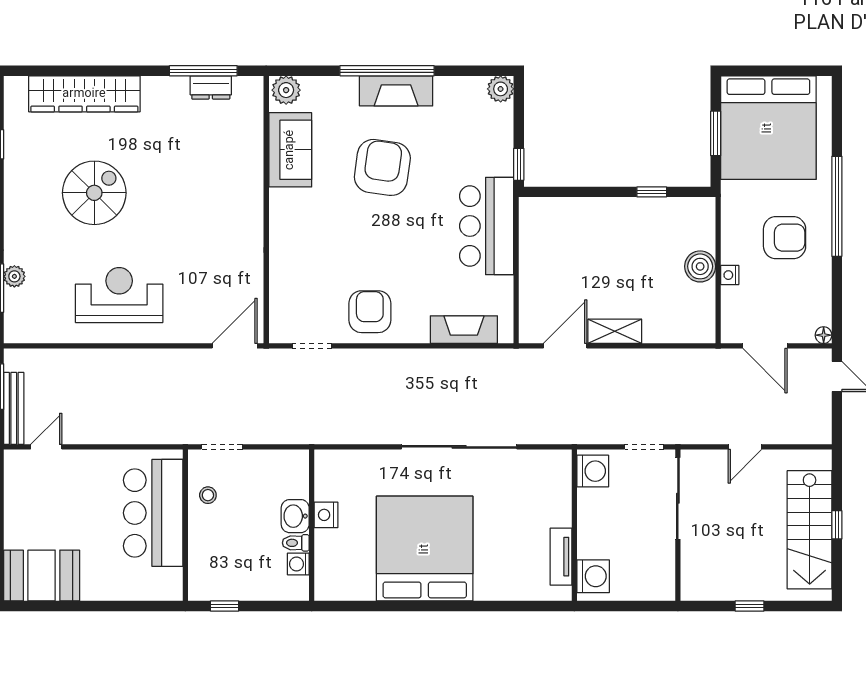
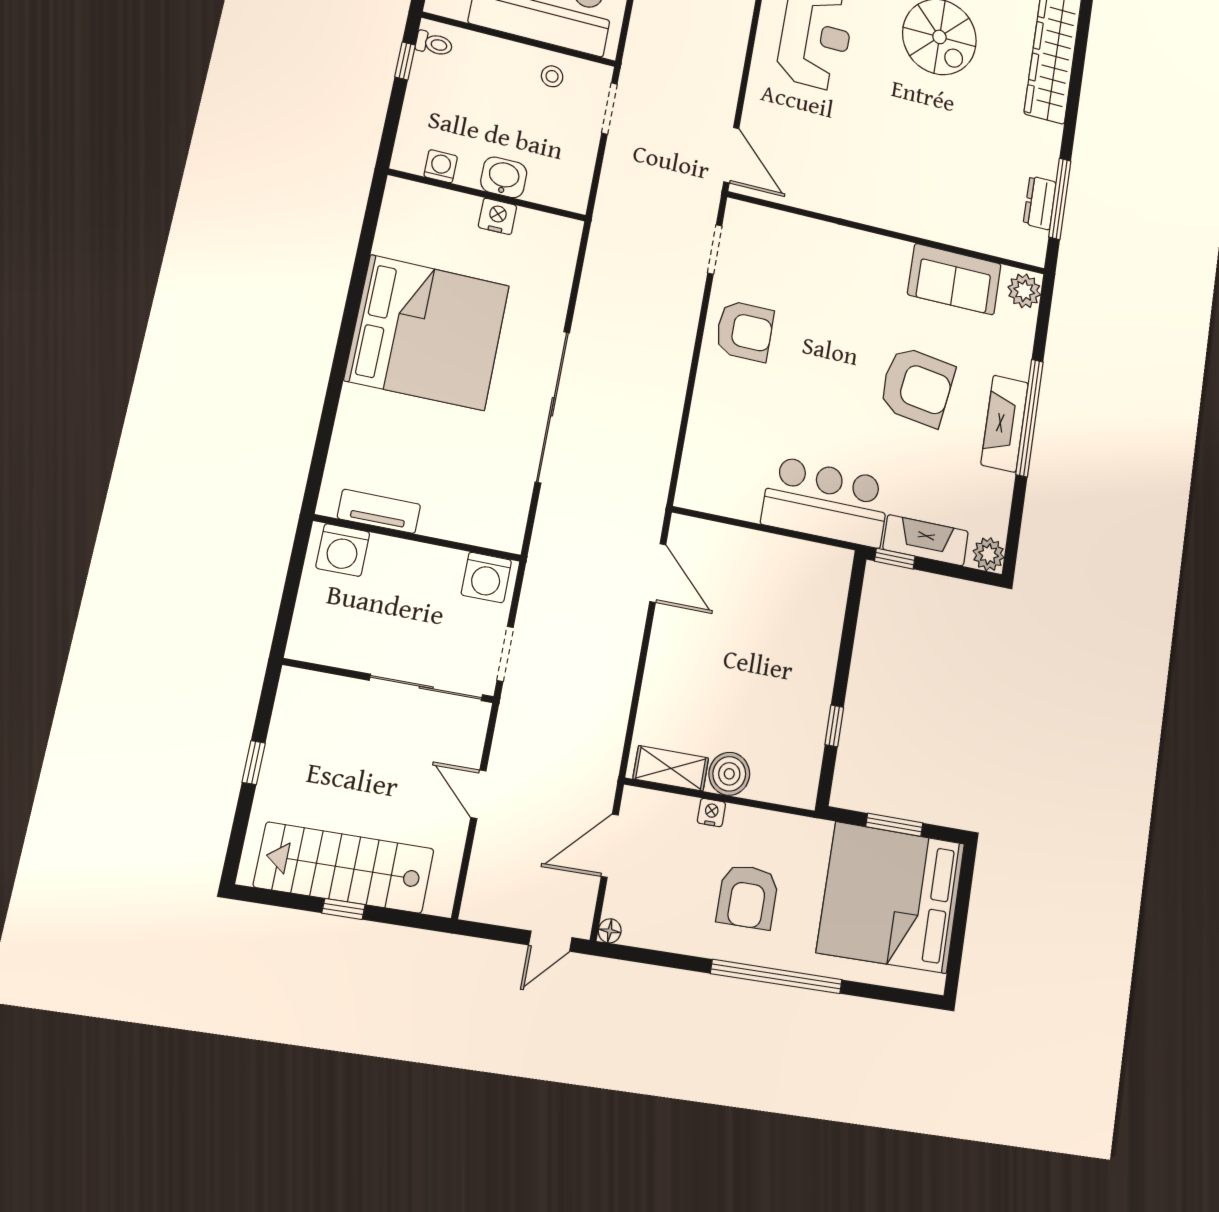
fireplace: (464, 330) -> (926, 540), moved, turned -90
shelving: (615, 331) -> (671, 768), moved, turned 90
toilet: (296, 543) -> (434, 44), moved, turned 90

